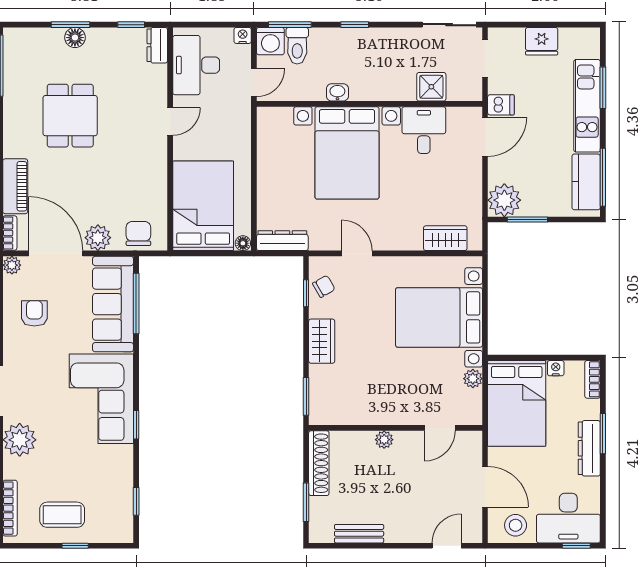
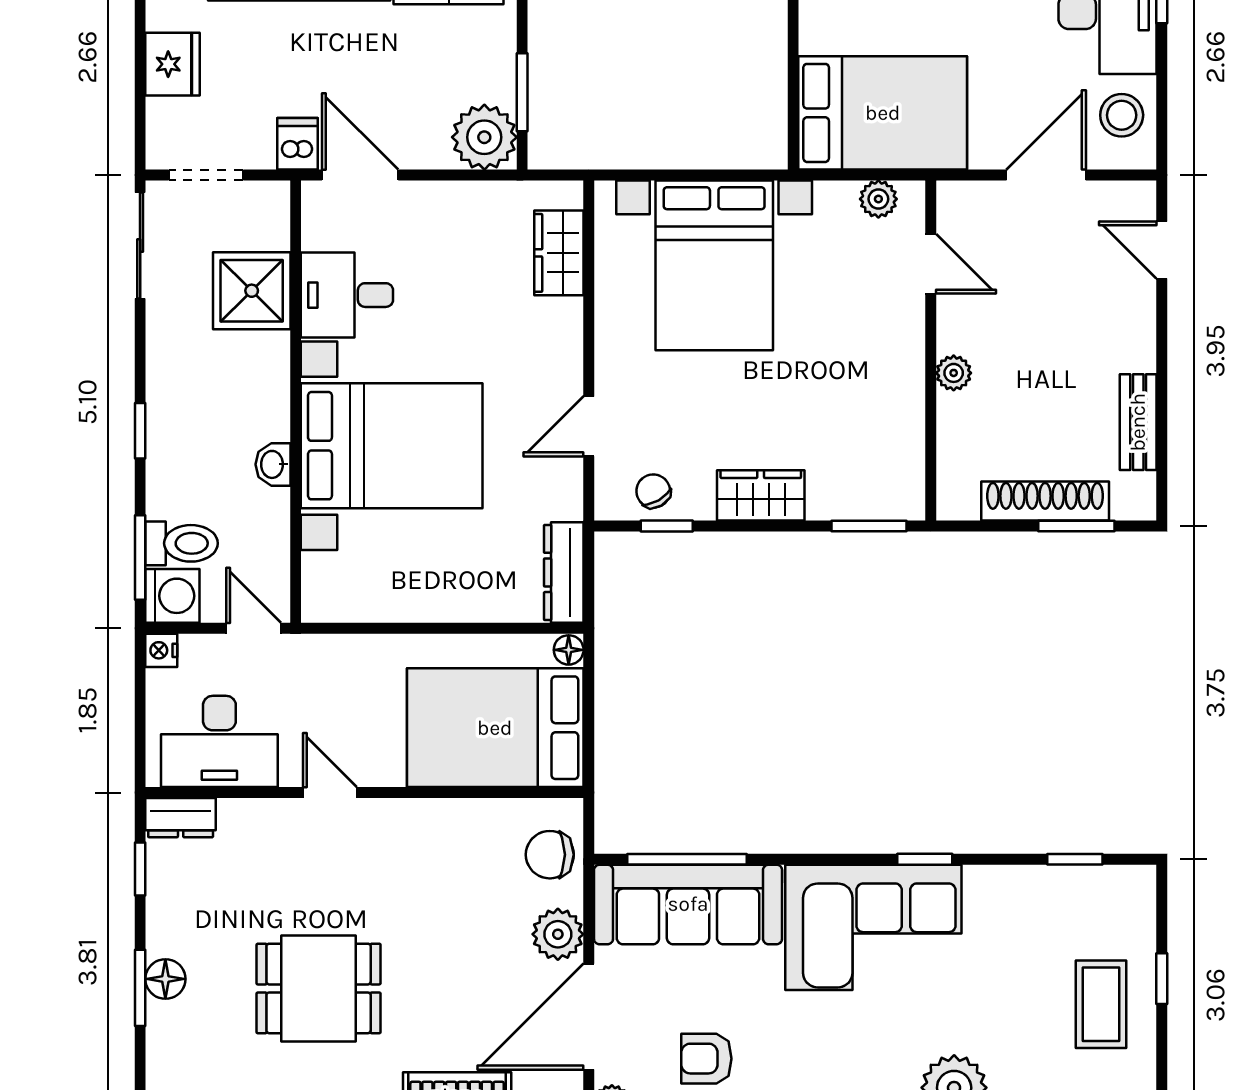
shower: (431, 87) -> (252, 291), width x1.36, depth x1.36
nightstand: (556, 368) -> (814, 36), removed
plant: (473, 379) -> (878, 199), moved
shoe rack: (319, 463) -> (1045, 501), moved

